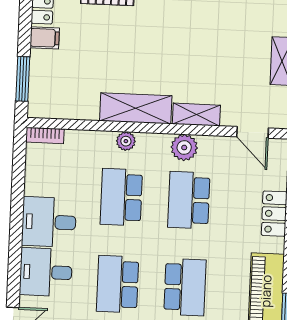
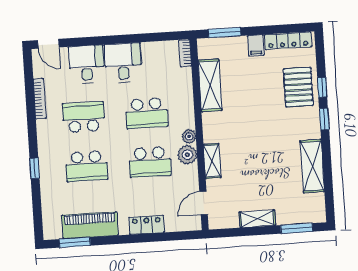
shelving: (136, 108) -> (210, 85), moved
plant: (126, 141) -> (189, 136), moved
school desk: (121, 197) -> (147, 113), turned 180
school desk: (189, 200) -> (150, 162), turned 180

